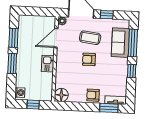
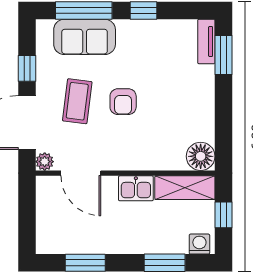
window: (12, 63) -> (165, 263), moved
shelving: (47, 87) -> (185, 188), added
armchair: (93, 95) -> (198, 90), removed

